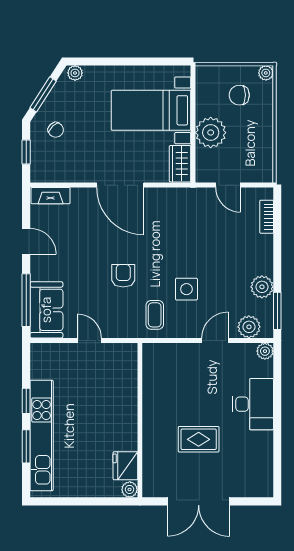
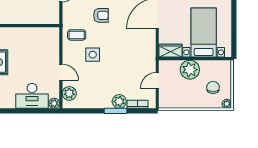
plant: (262, 287) -> (119, 101), moved
window: (277, 311) -> (116, 111), moved
desk: (253, 404) -> (32, 96), moved

